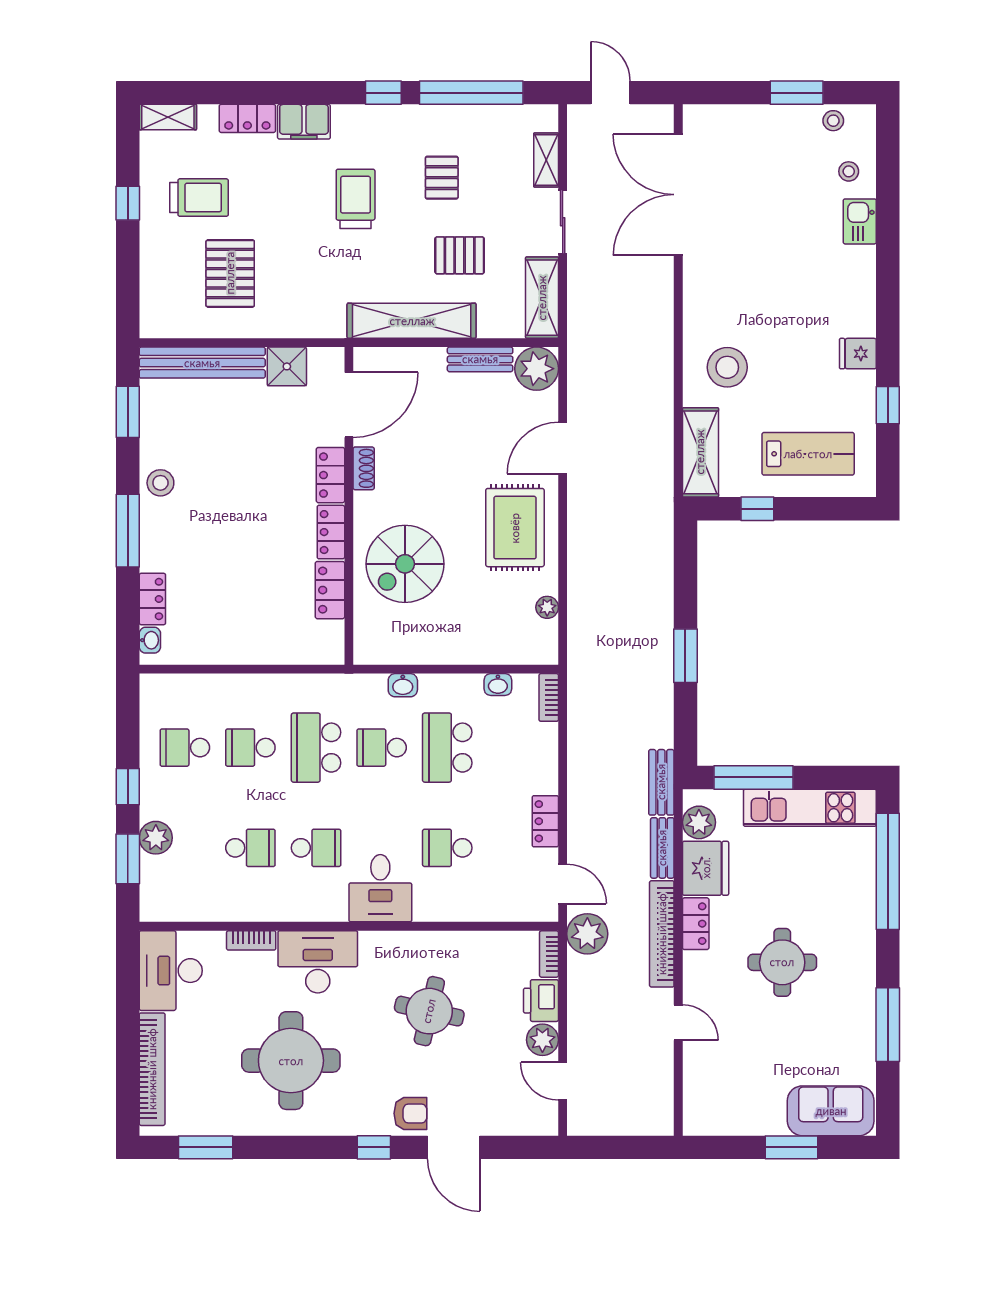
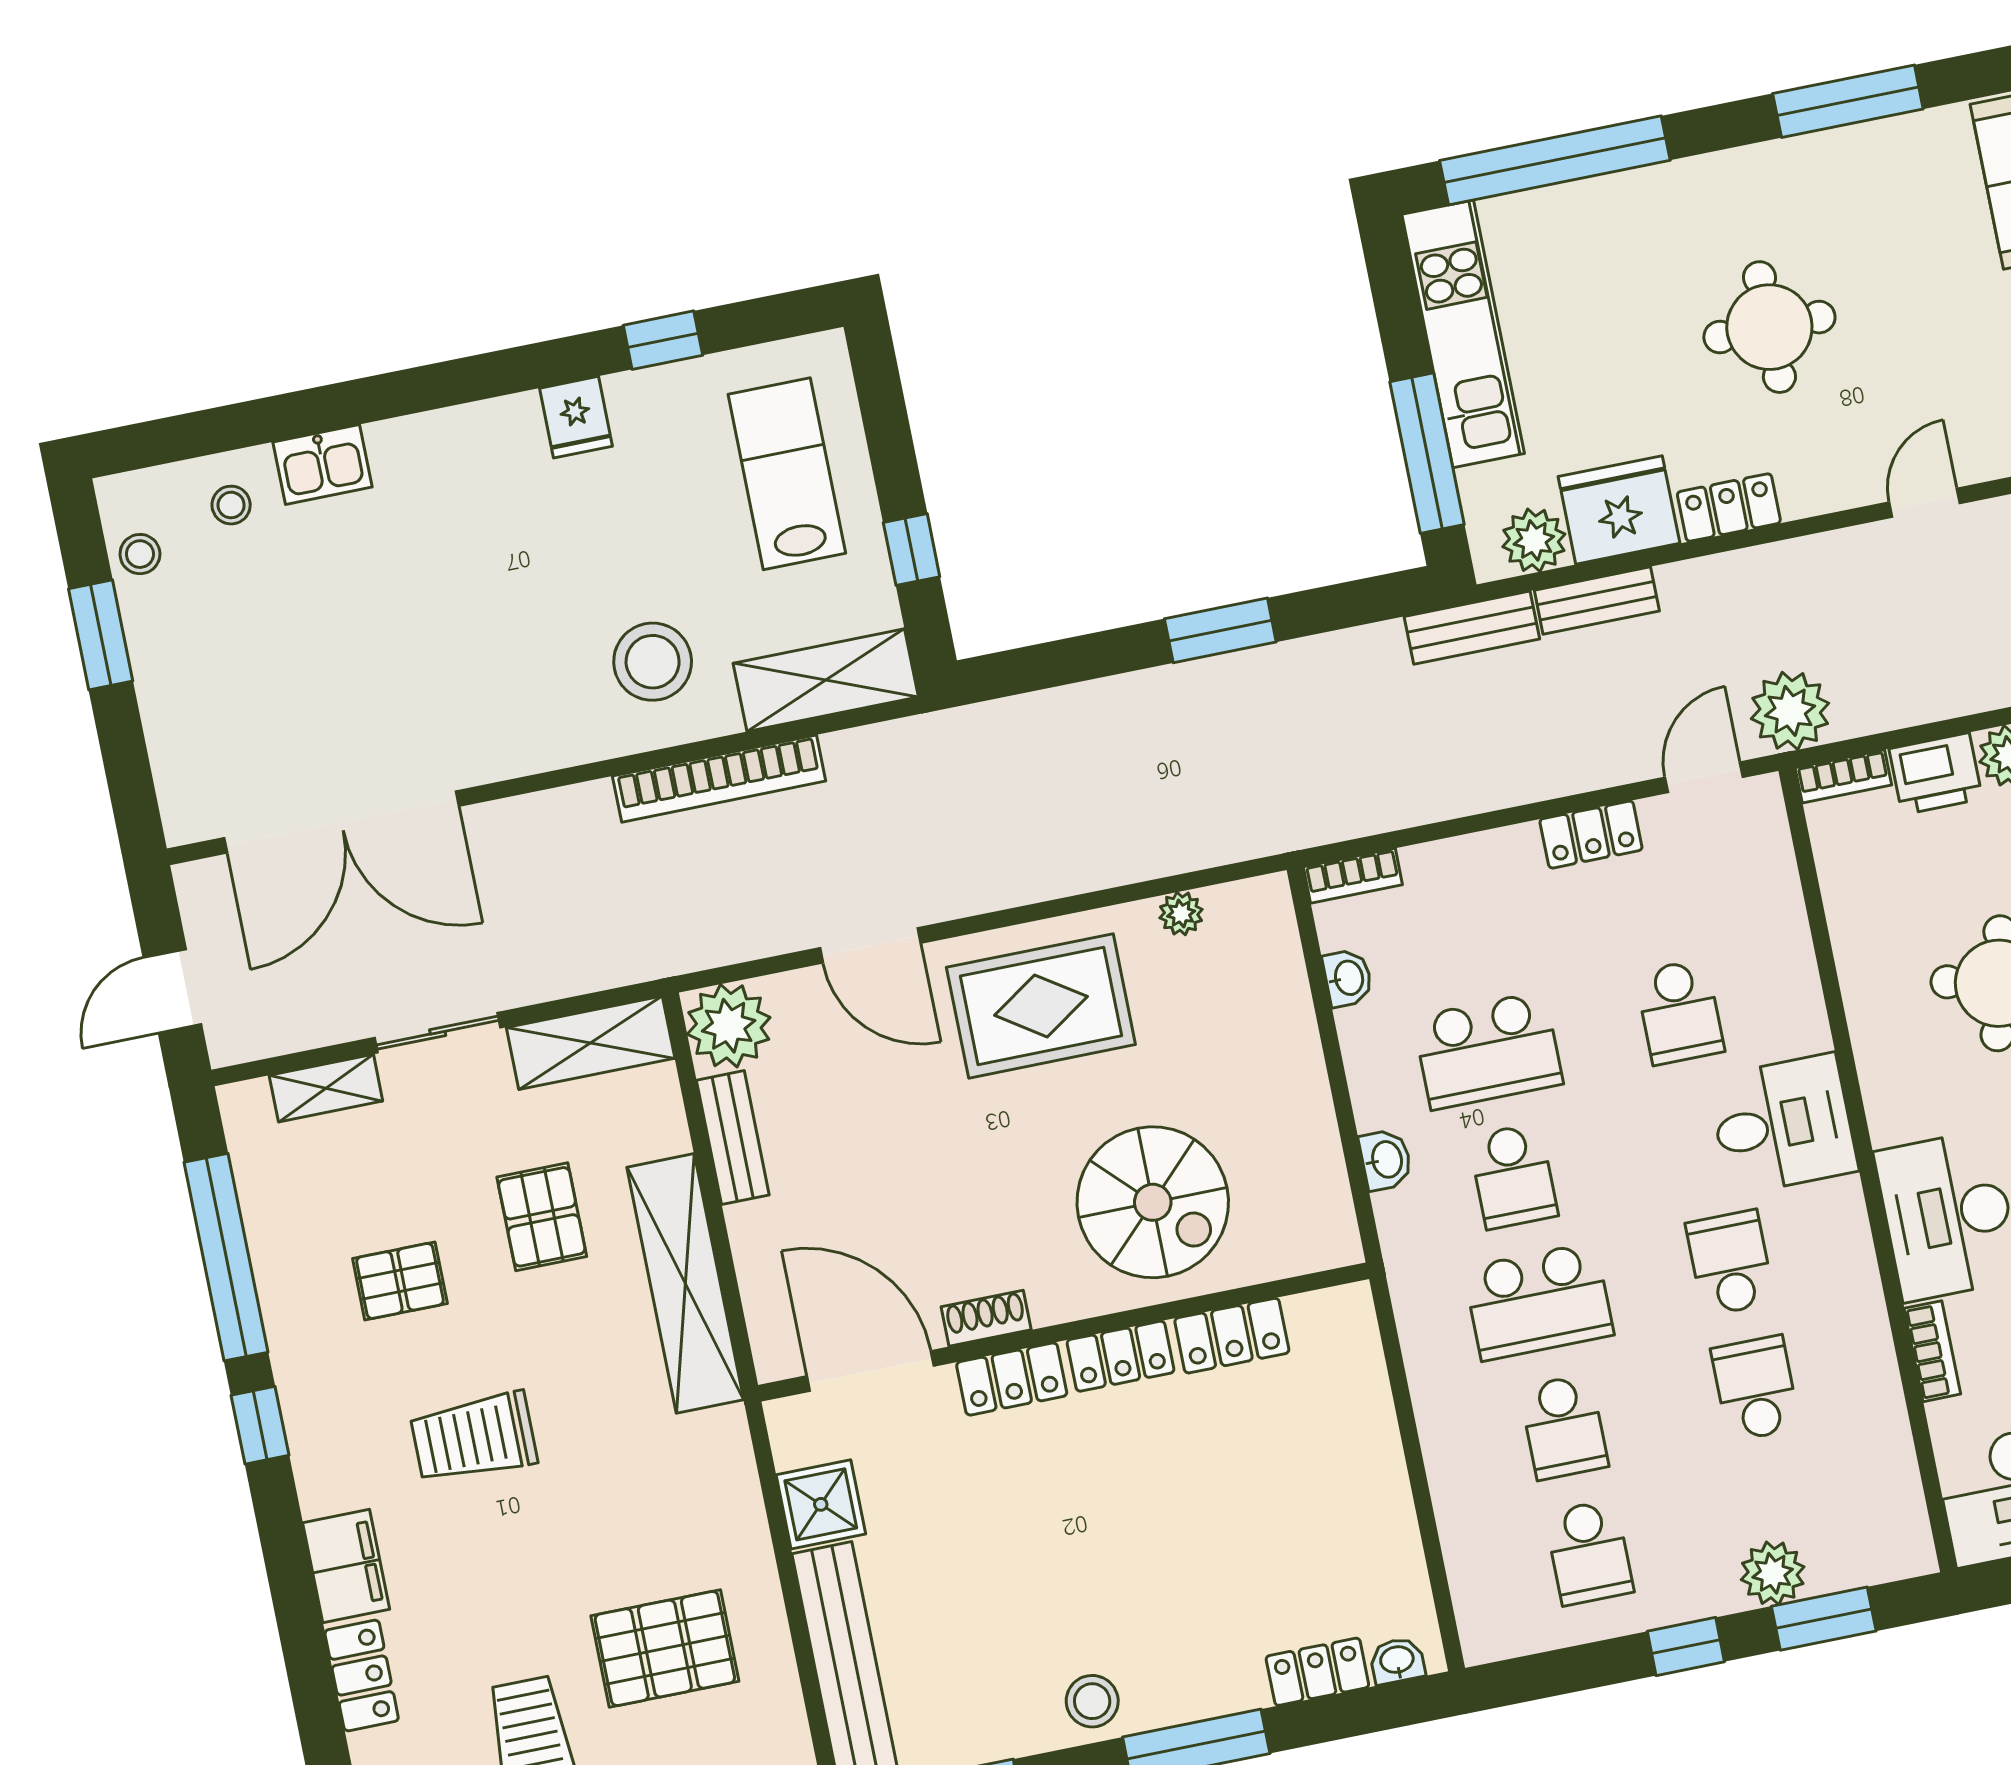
bookcase: (662, 934) -> (719, 779), moved

